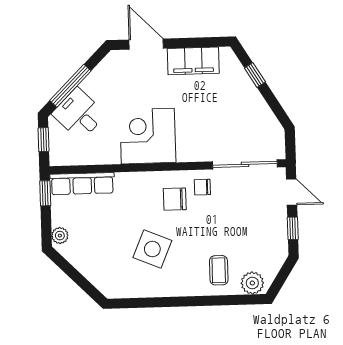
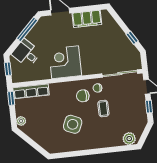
window: (255, 75) -> (132, 38), moved
window: (70, 86) -> (27, 29), moved
coffee table: (219, 270) -> (103, 108), moved

